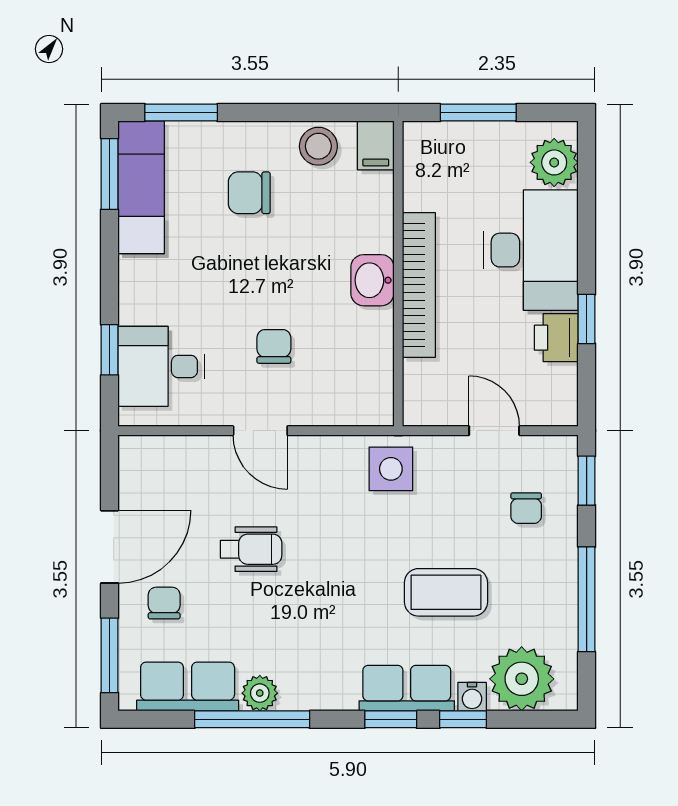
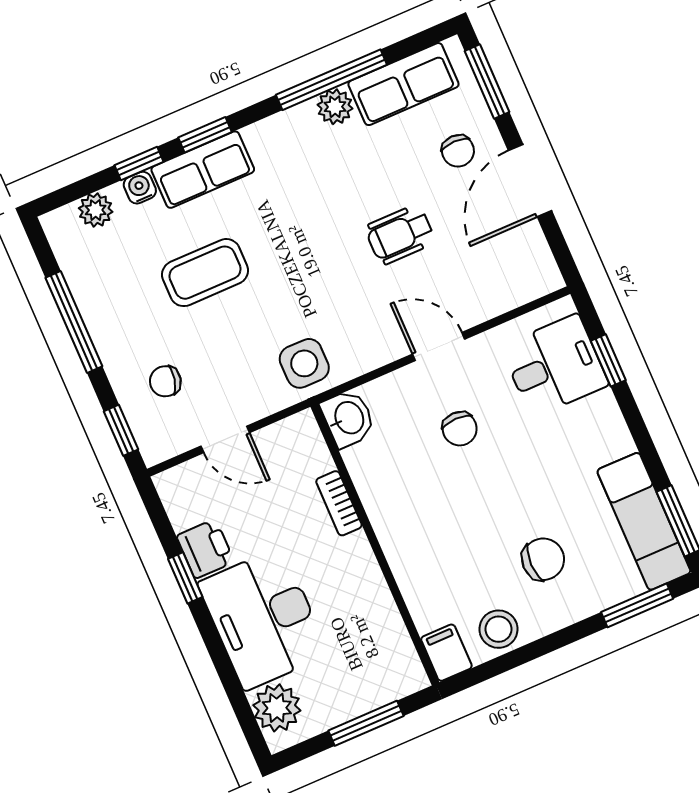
washbasin: (372, 280) -> (348, 418), moved
bookcase: (419, 285) -> (339, 503), width x0.43, depth x0.76
chair: (526, 508) -> (165, 381), turned -77
plant: (522, 679) -> (96, 210), width x0.53, depth x0.53

